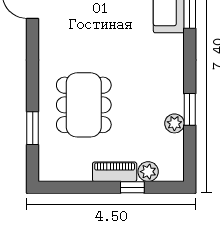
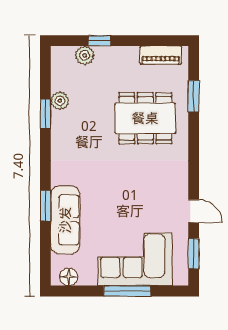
dining table: (84, 105) -> (145, 118), turned 90
piano: (115, 172) -> (161, 55), moved

